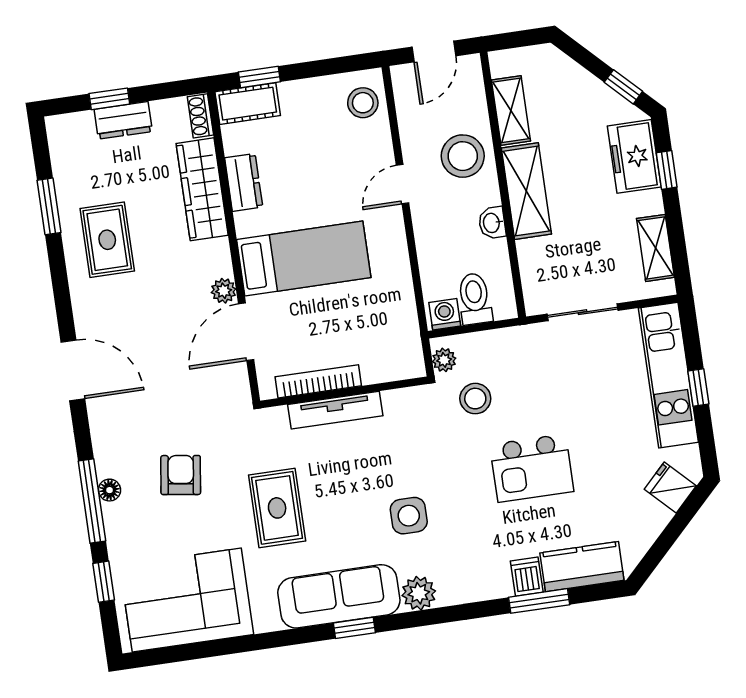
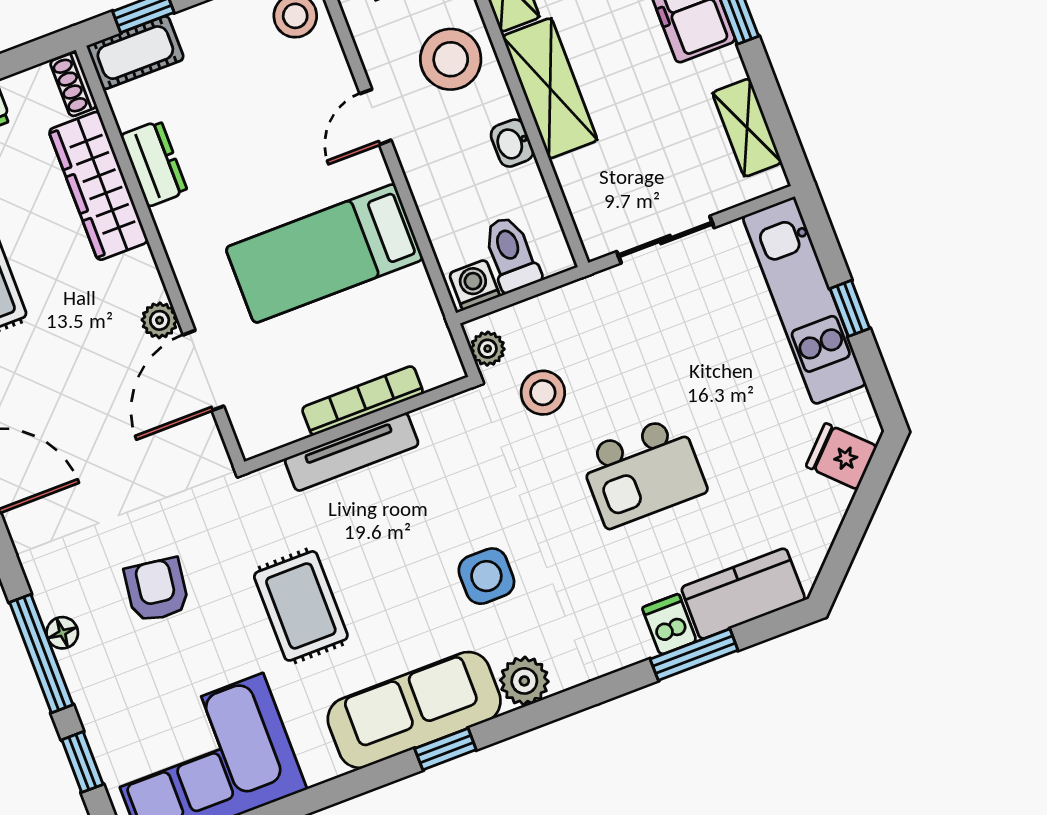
bed: (304, 259) -> (324, 253), moved, turned 180
bookcase: (318, 381) -> (363, 401), moved

